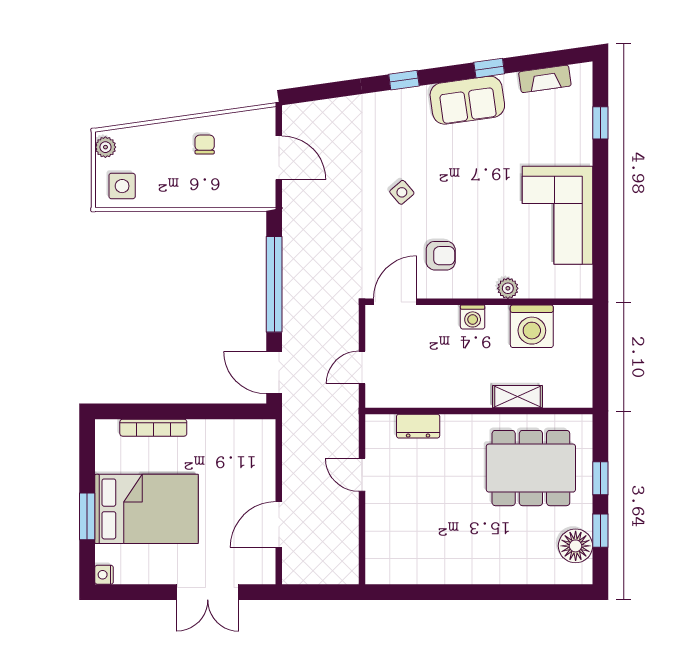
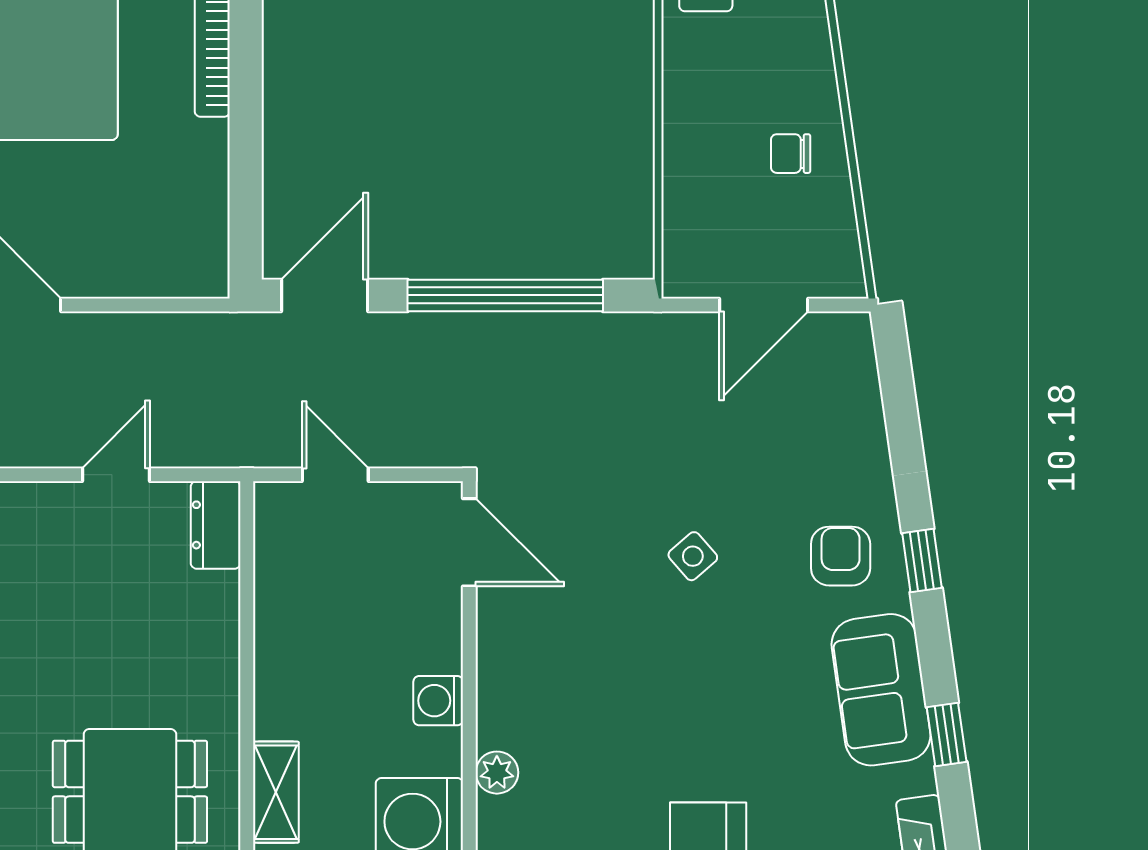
chair: (205, 144) -> (791, 154), turned 180
armchair: (441, 256) -> (841, 556), moved, turned 180
dresser: (418, 426) -> (216, 525), moved

